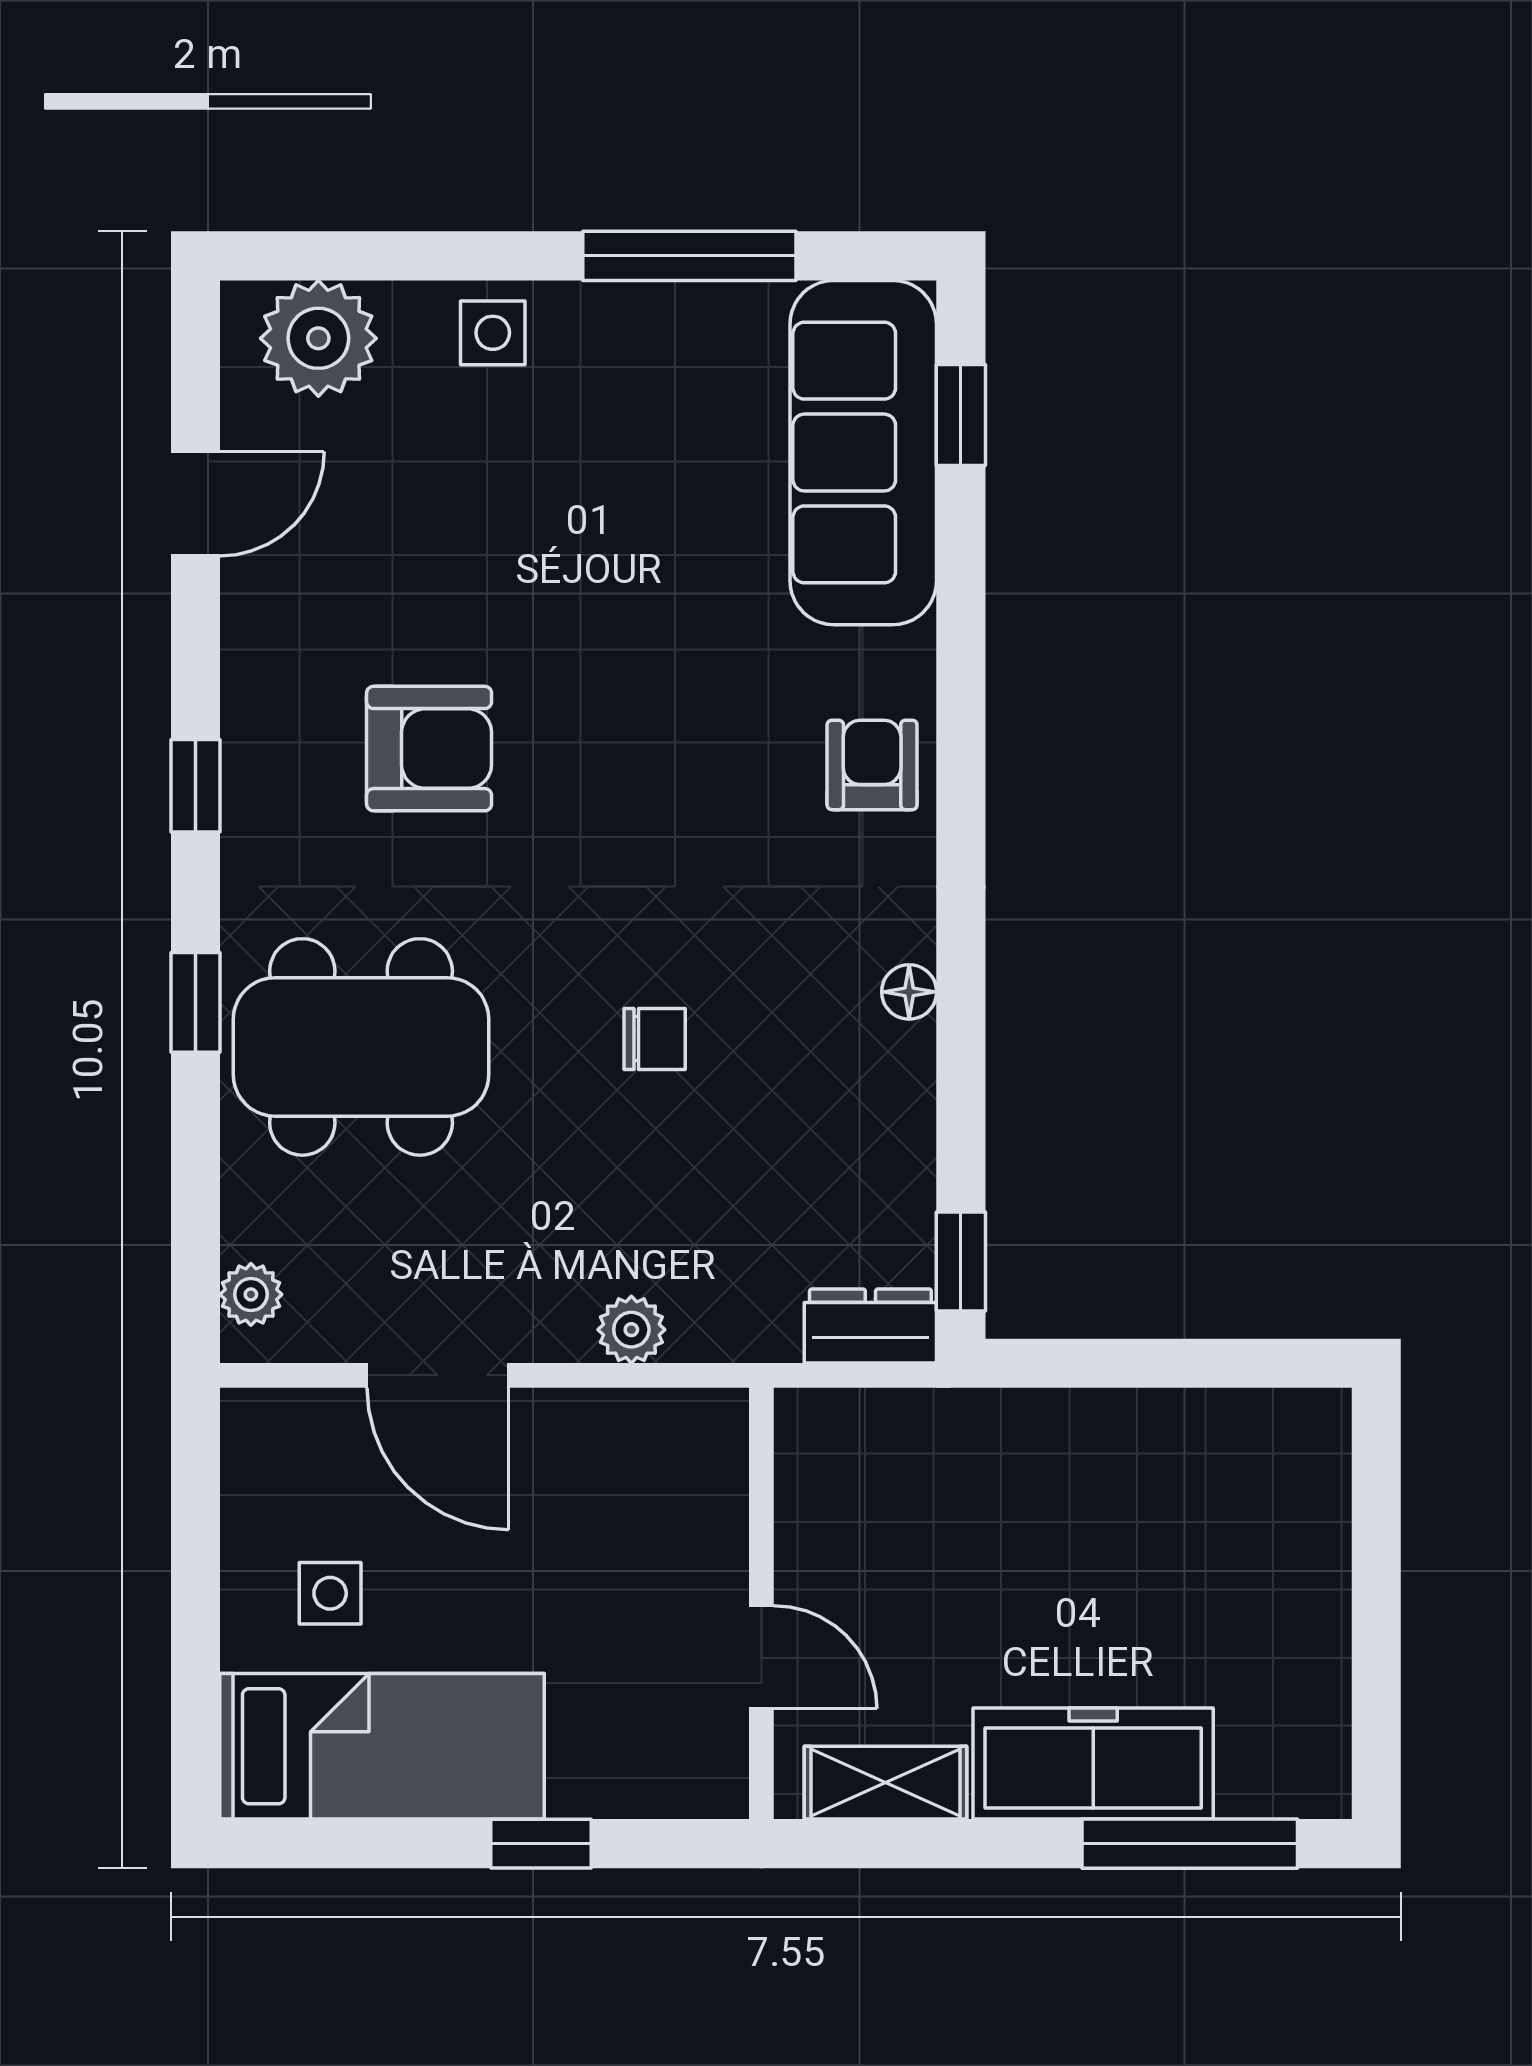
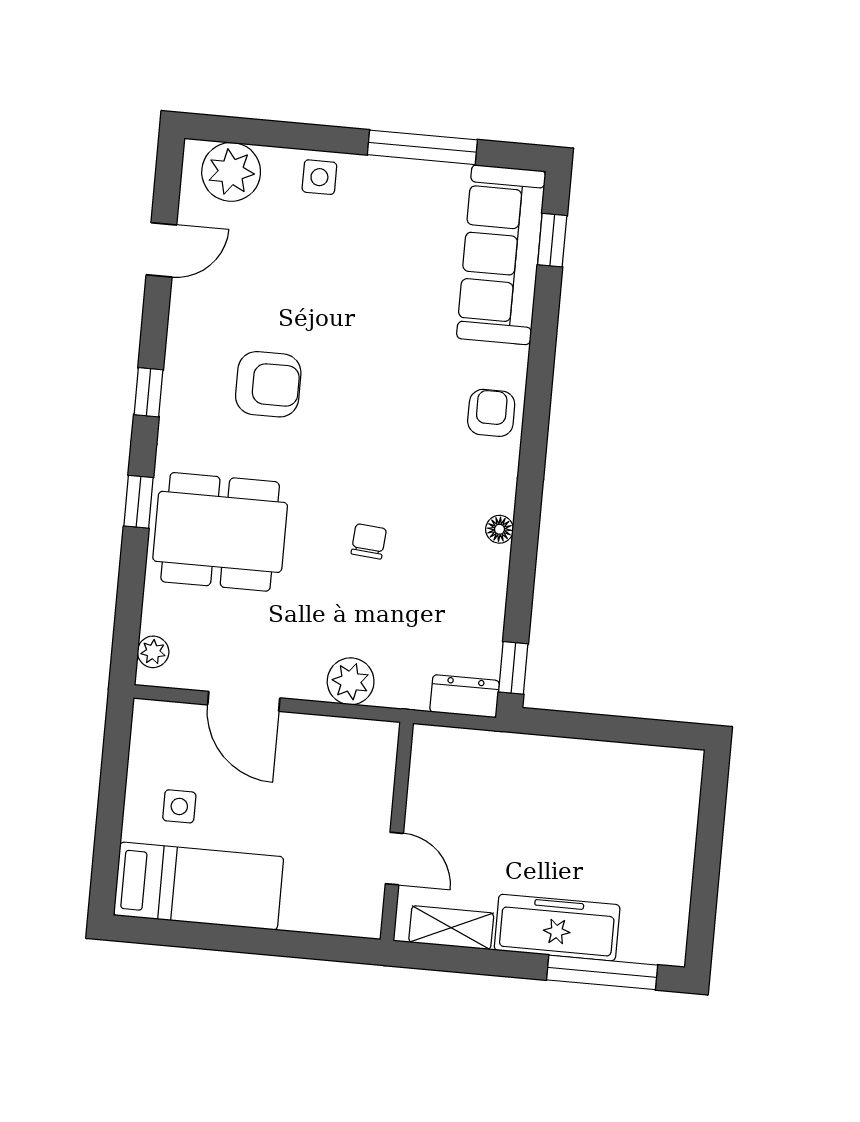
chair: (655, 1039) -> (369, 541), turned -85
plant: (631, 1330) -> (351, 681), width x1.38, depth x1.38
window: (541, 1844) -> (274, 943), removed

